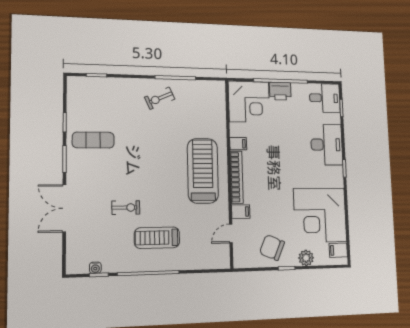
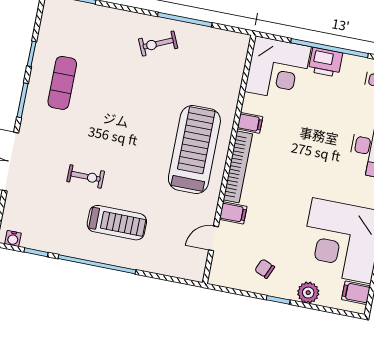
exercise mat: (93, 140) -> (62, 83), turned 90
treadmill: (157, 238) -> (117, 223), turned 180
chair: (272, 248) -> (265, 269), width x0.54, depth x0.54
water cooler: (95, 268) -> (13, 239), moved

